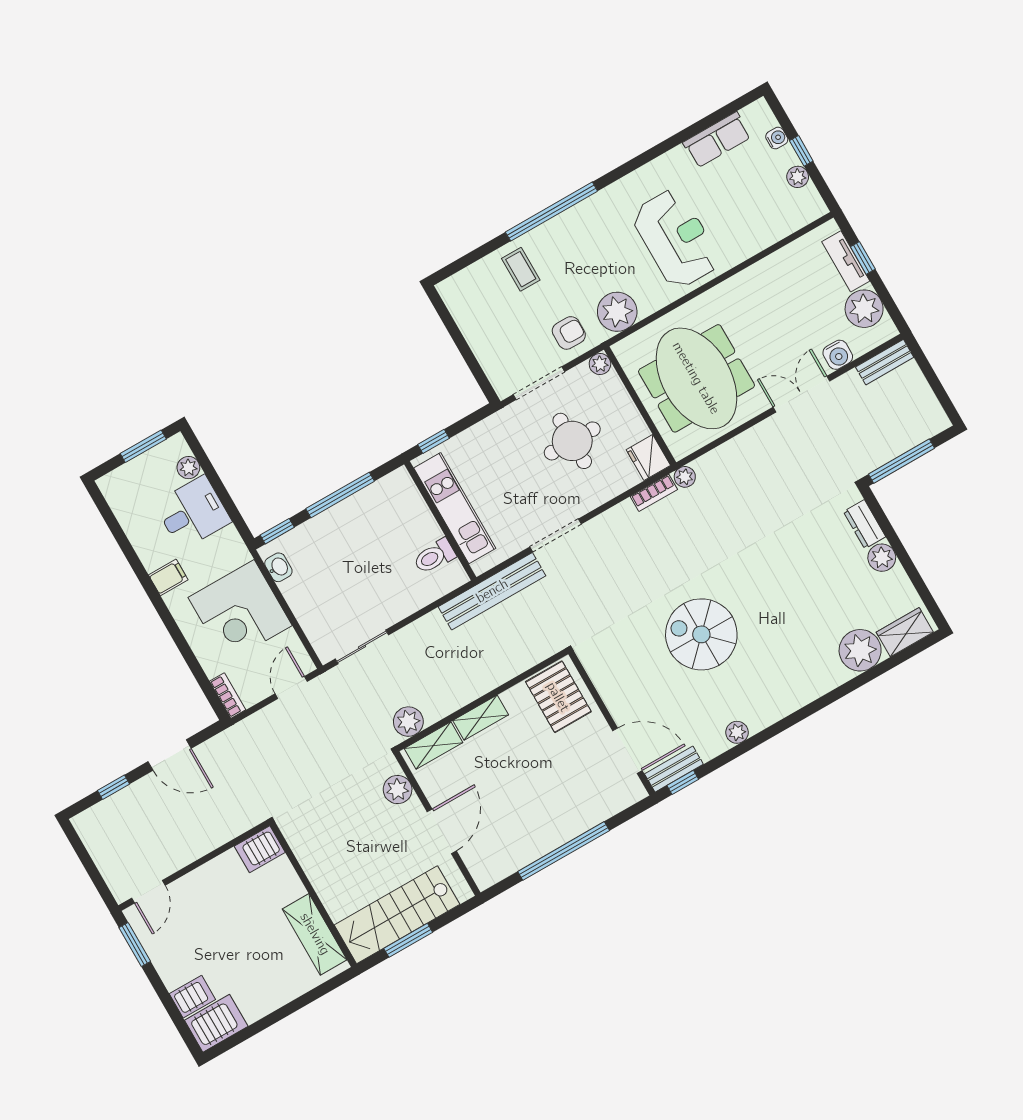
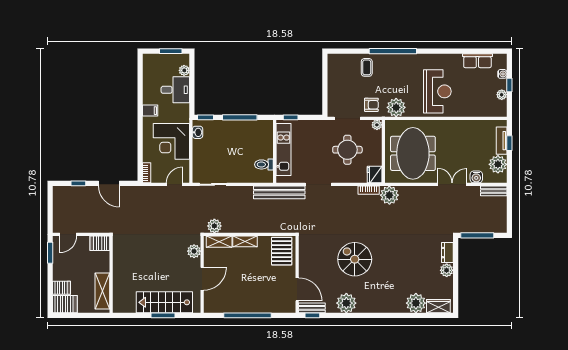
plant: (685, 477) -> (389, 195), width x1.88, depth x1.88
plant: (737, 732) -> (346, 303), width x1.88, depth x1.88
server rack: (260, 849) -> (100, 243), moved
wall: (313, 895) -> (111, 274), moved
shelving: (315, 934) -> (102, 291), moved

